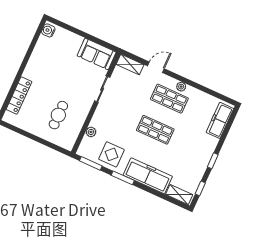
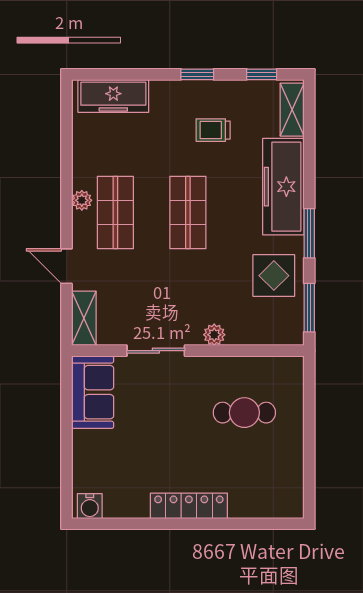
locker: (19, 95) -> (189, 506), moved
plant: (91, 132) -> (214, 335), moved
trolley: (186, 157) -> (213, 130), added

